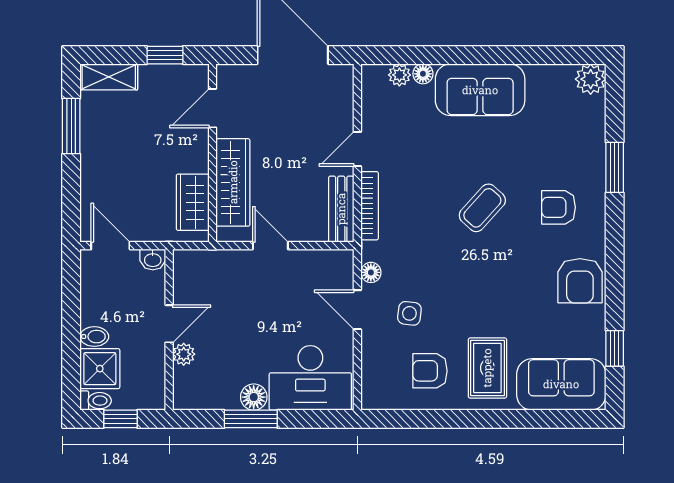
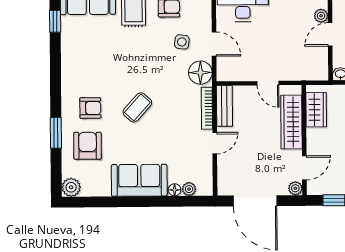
plant: (227, 75) -> (295, 188), added
floor lamp: (371, 272) -> (200, 73), width x1.89, depth x1.89
armchair: (580, 281) -> (88, 146), moved

